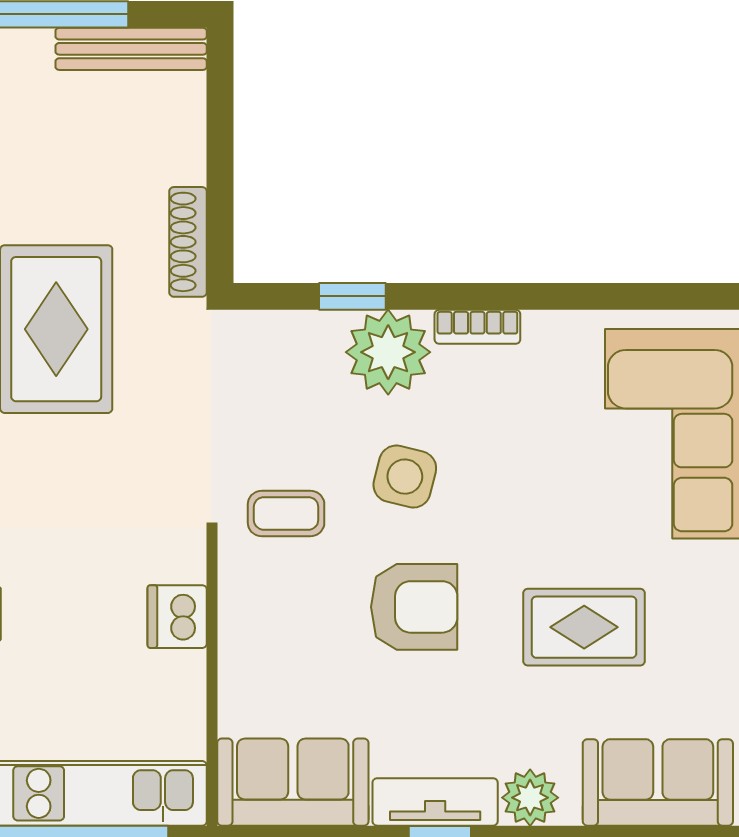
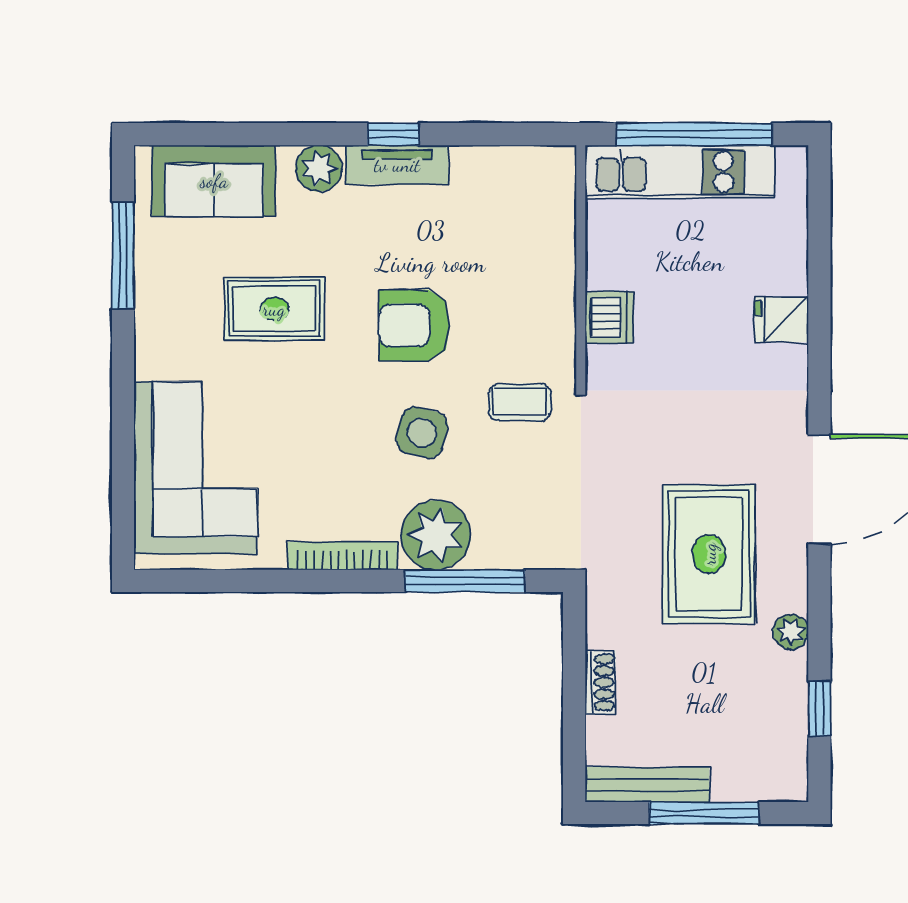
shoe rack: (188, 242) -> (600, 682), moved, width x0.70
window: (352, 296) -> (465, 581), width x2.17
bookcase: (477, 327) -> (342, 556), width x1.56
sofa: (293, 782) -> (514, 181), removed

